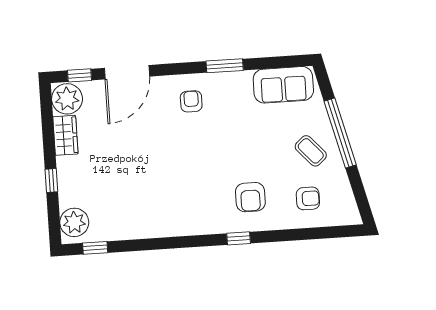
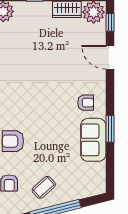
door: (127, 72) -> (110, 57), width x0.73
sofa: (283, 85) -> (93, 140), moved

